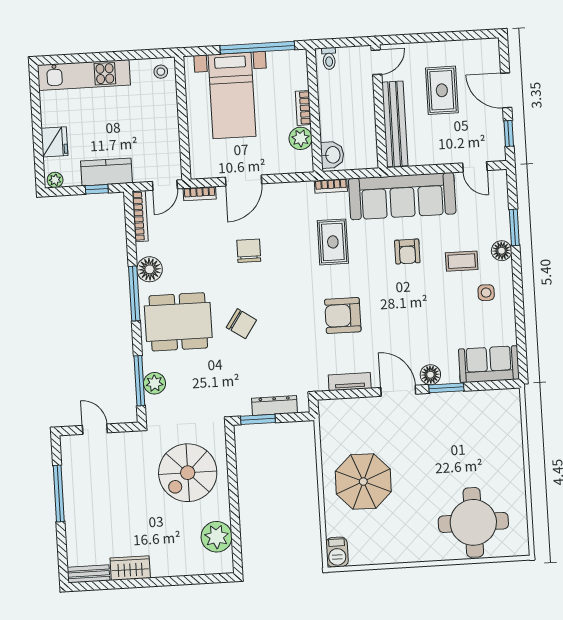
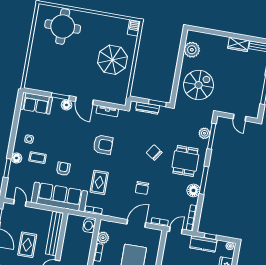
dining table: (178, 322) -> (185, 161), width x0.73

